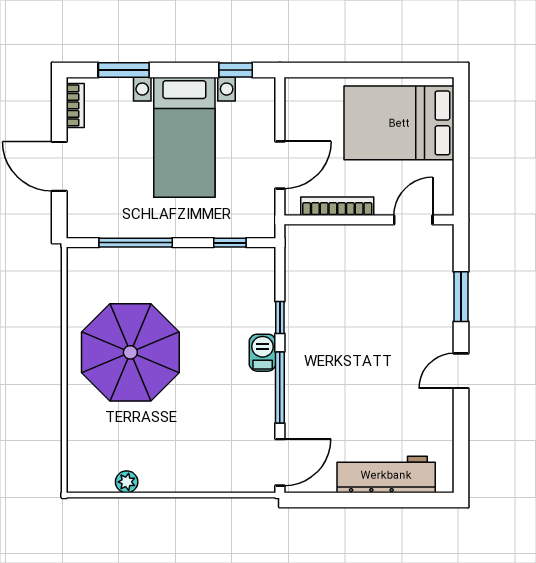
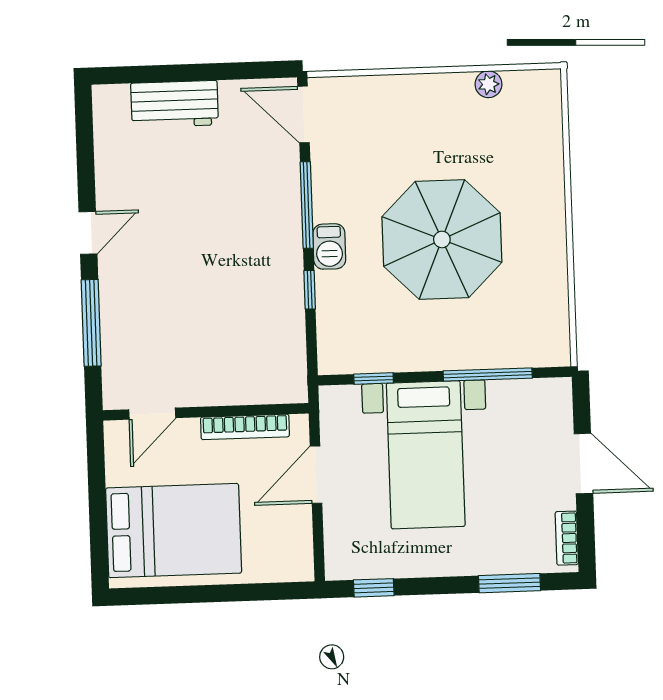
bed with nightstands: (184, 137) -> (426, 455), moved, turned 180
window: (461, 297) -> (91, 323), width x1.44
parasol: (130, 352) -> (442, 239), moved
door: (280, 462) -> (304, 114), hinge flipped
workbench: (386, 475) -> (175, 104), width x0.73

